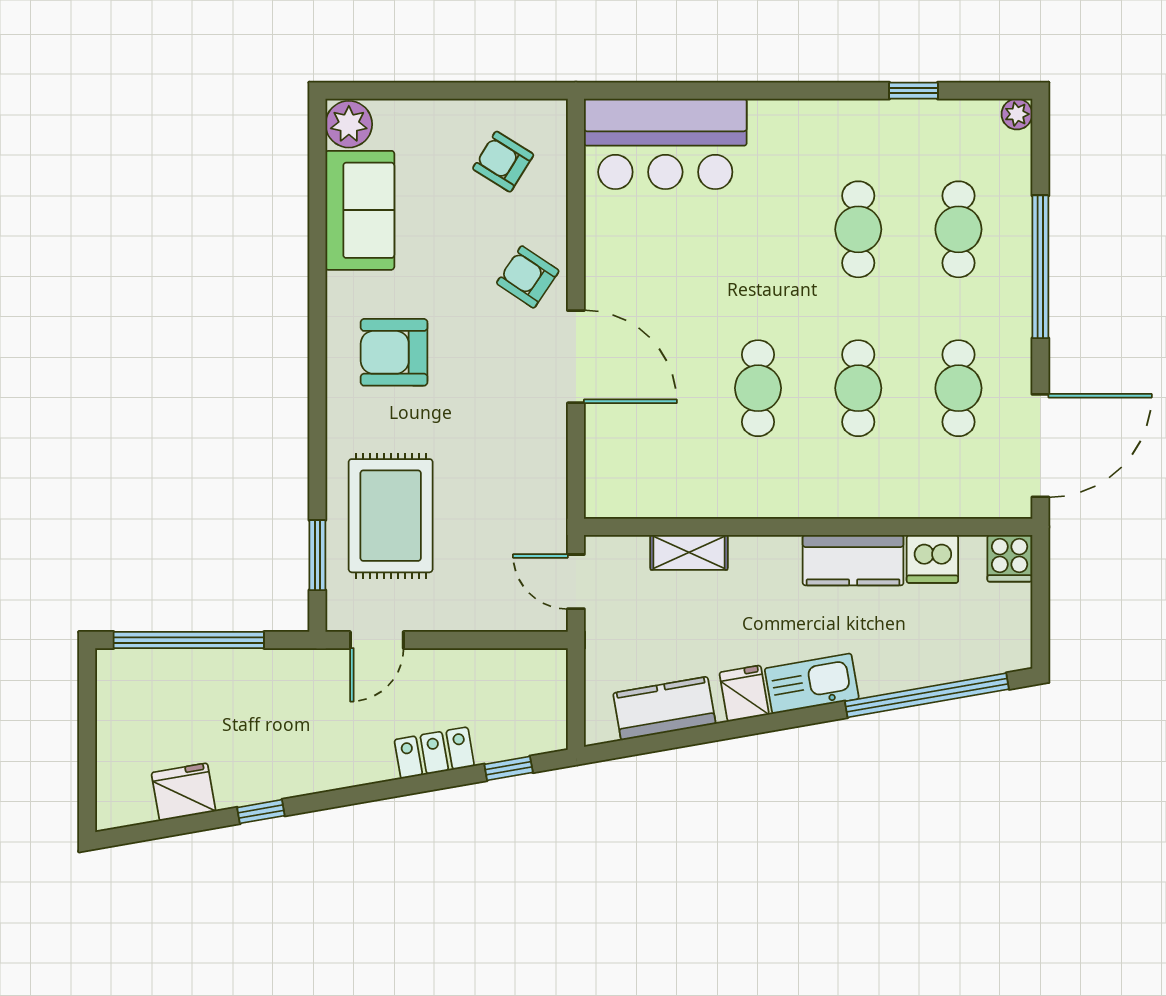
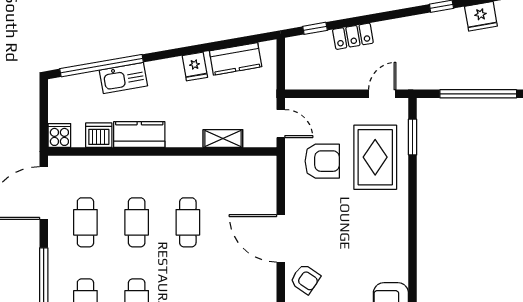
armchair: (394, 352) -> (322, 161), moved
kitchen sink: (812, 684) -> (123, 78), moved

